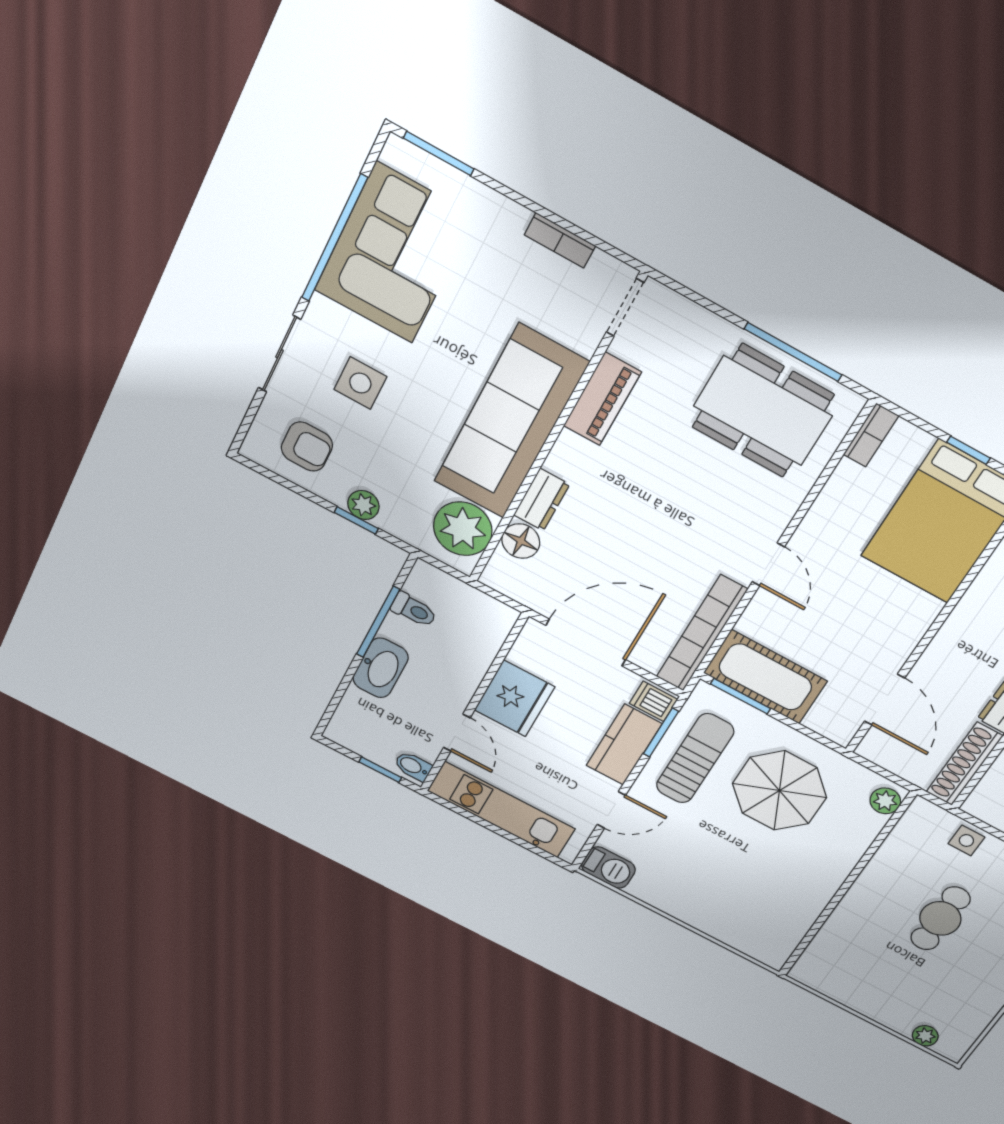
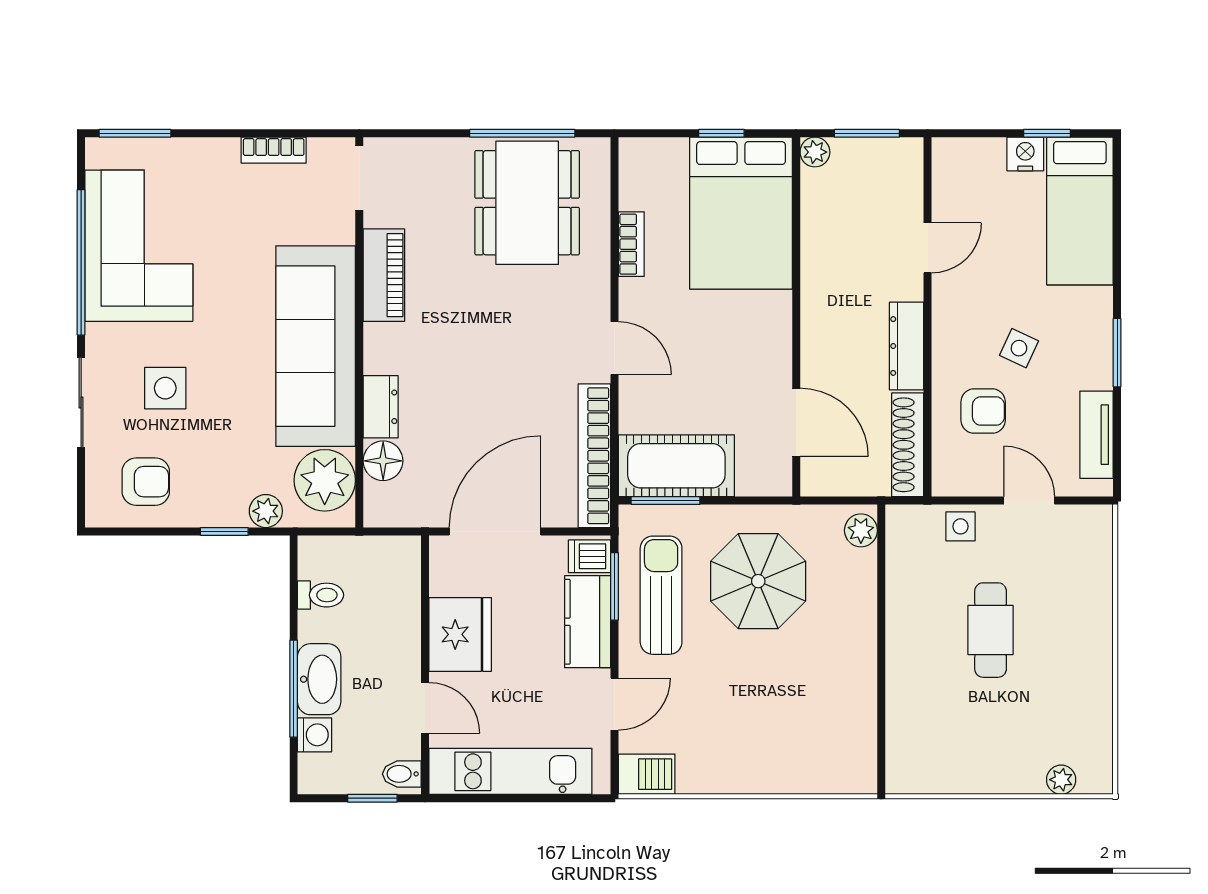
dining table: (763, 411) -> (527, 203), turned 90
bookcase: (871, 435) -> (631, 244), moved
plant: (363, 505) -> (266, 511), moved
window: (378, 622) -> (294, 689), moved
washing machine: (356, 704) -> (315, 735), added

